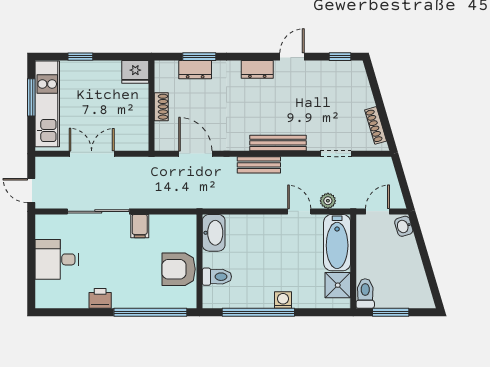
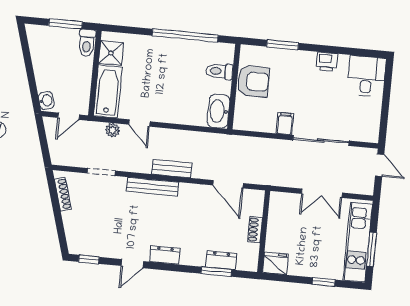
desk: (57, 259) -> (366, 76), moved, turned -90
washing machine: (283, 300) -> (162, 44), removed
window: (150, 312) -> (283, 45), width x0.47

